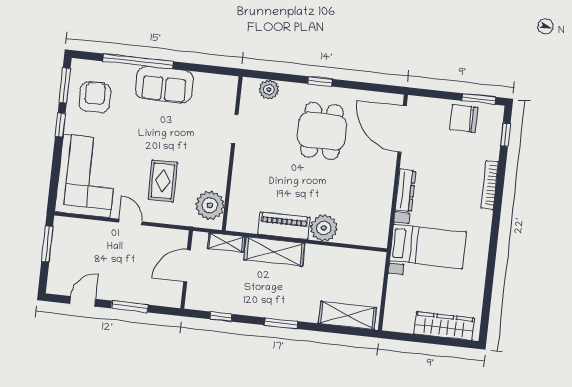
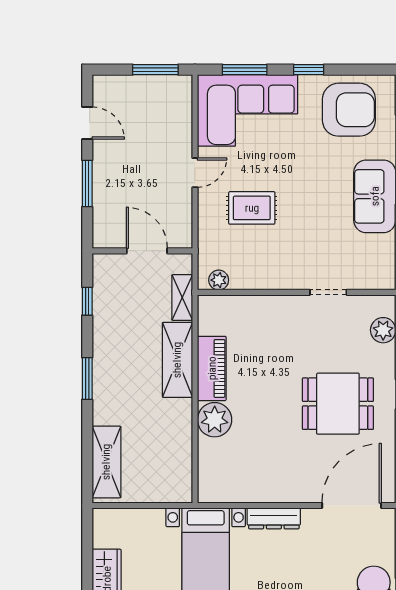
window: (65, 85) -> (245, 70), moved
armchair: (95, 97) -> (349, 110), width x1.36, depth x1.36
plant: (210, 205) -> (219, 280), width x0.53, depth x0.53

